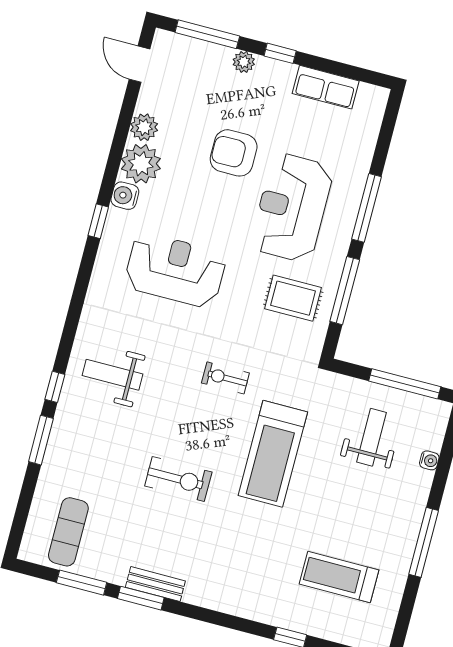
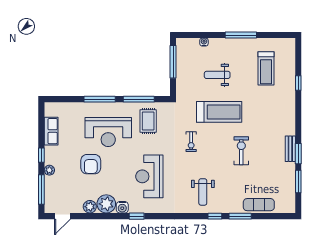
weight bench: (371, 437) -> (217, 75), moved
exercise mat: (68, 532) -> (259, 205), moved

